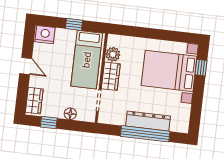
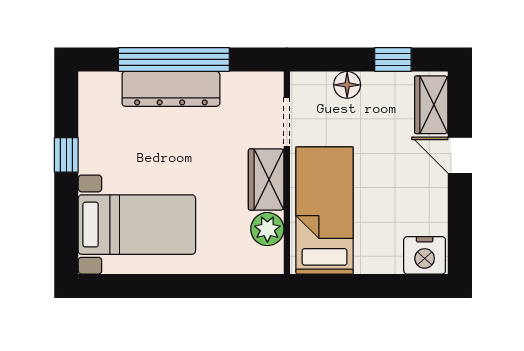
window: (74, 24) -> (362, 286), removed
door: (26, 66) -> (460, 155), moved
window: (201, 68) -> (66, 155), moved
bed with nightstands: (169, 71) -> (137, 225), width x0.73

